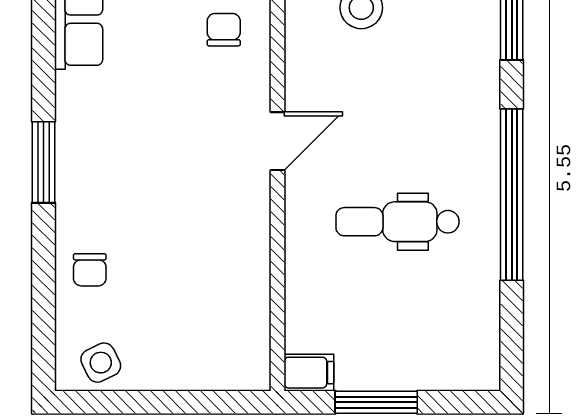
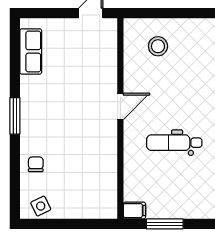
chair: (224, 30) -> (96, 56), removed
chair: (90, 270) -> (36, 164), turned 180

